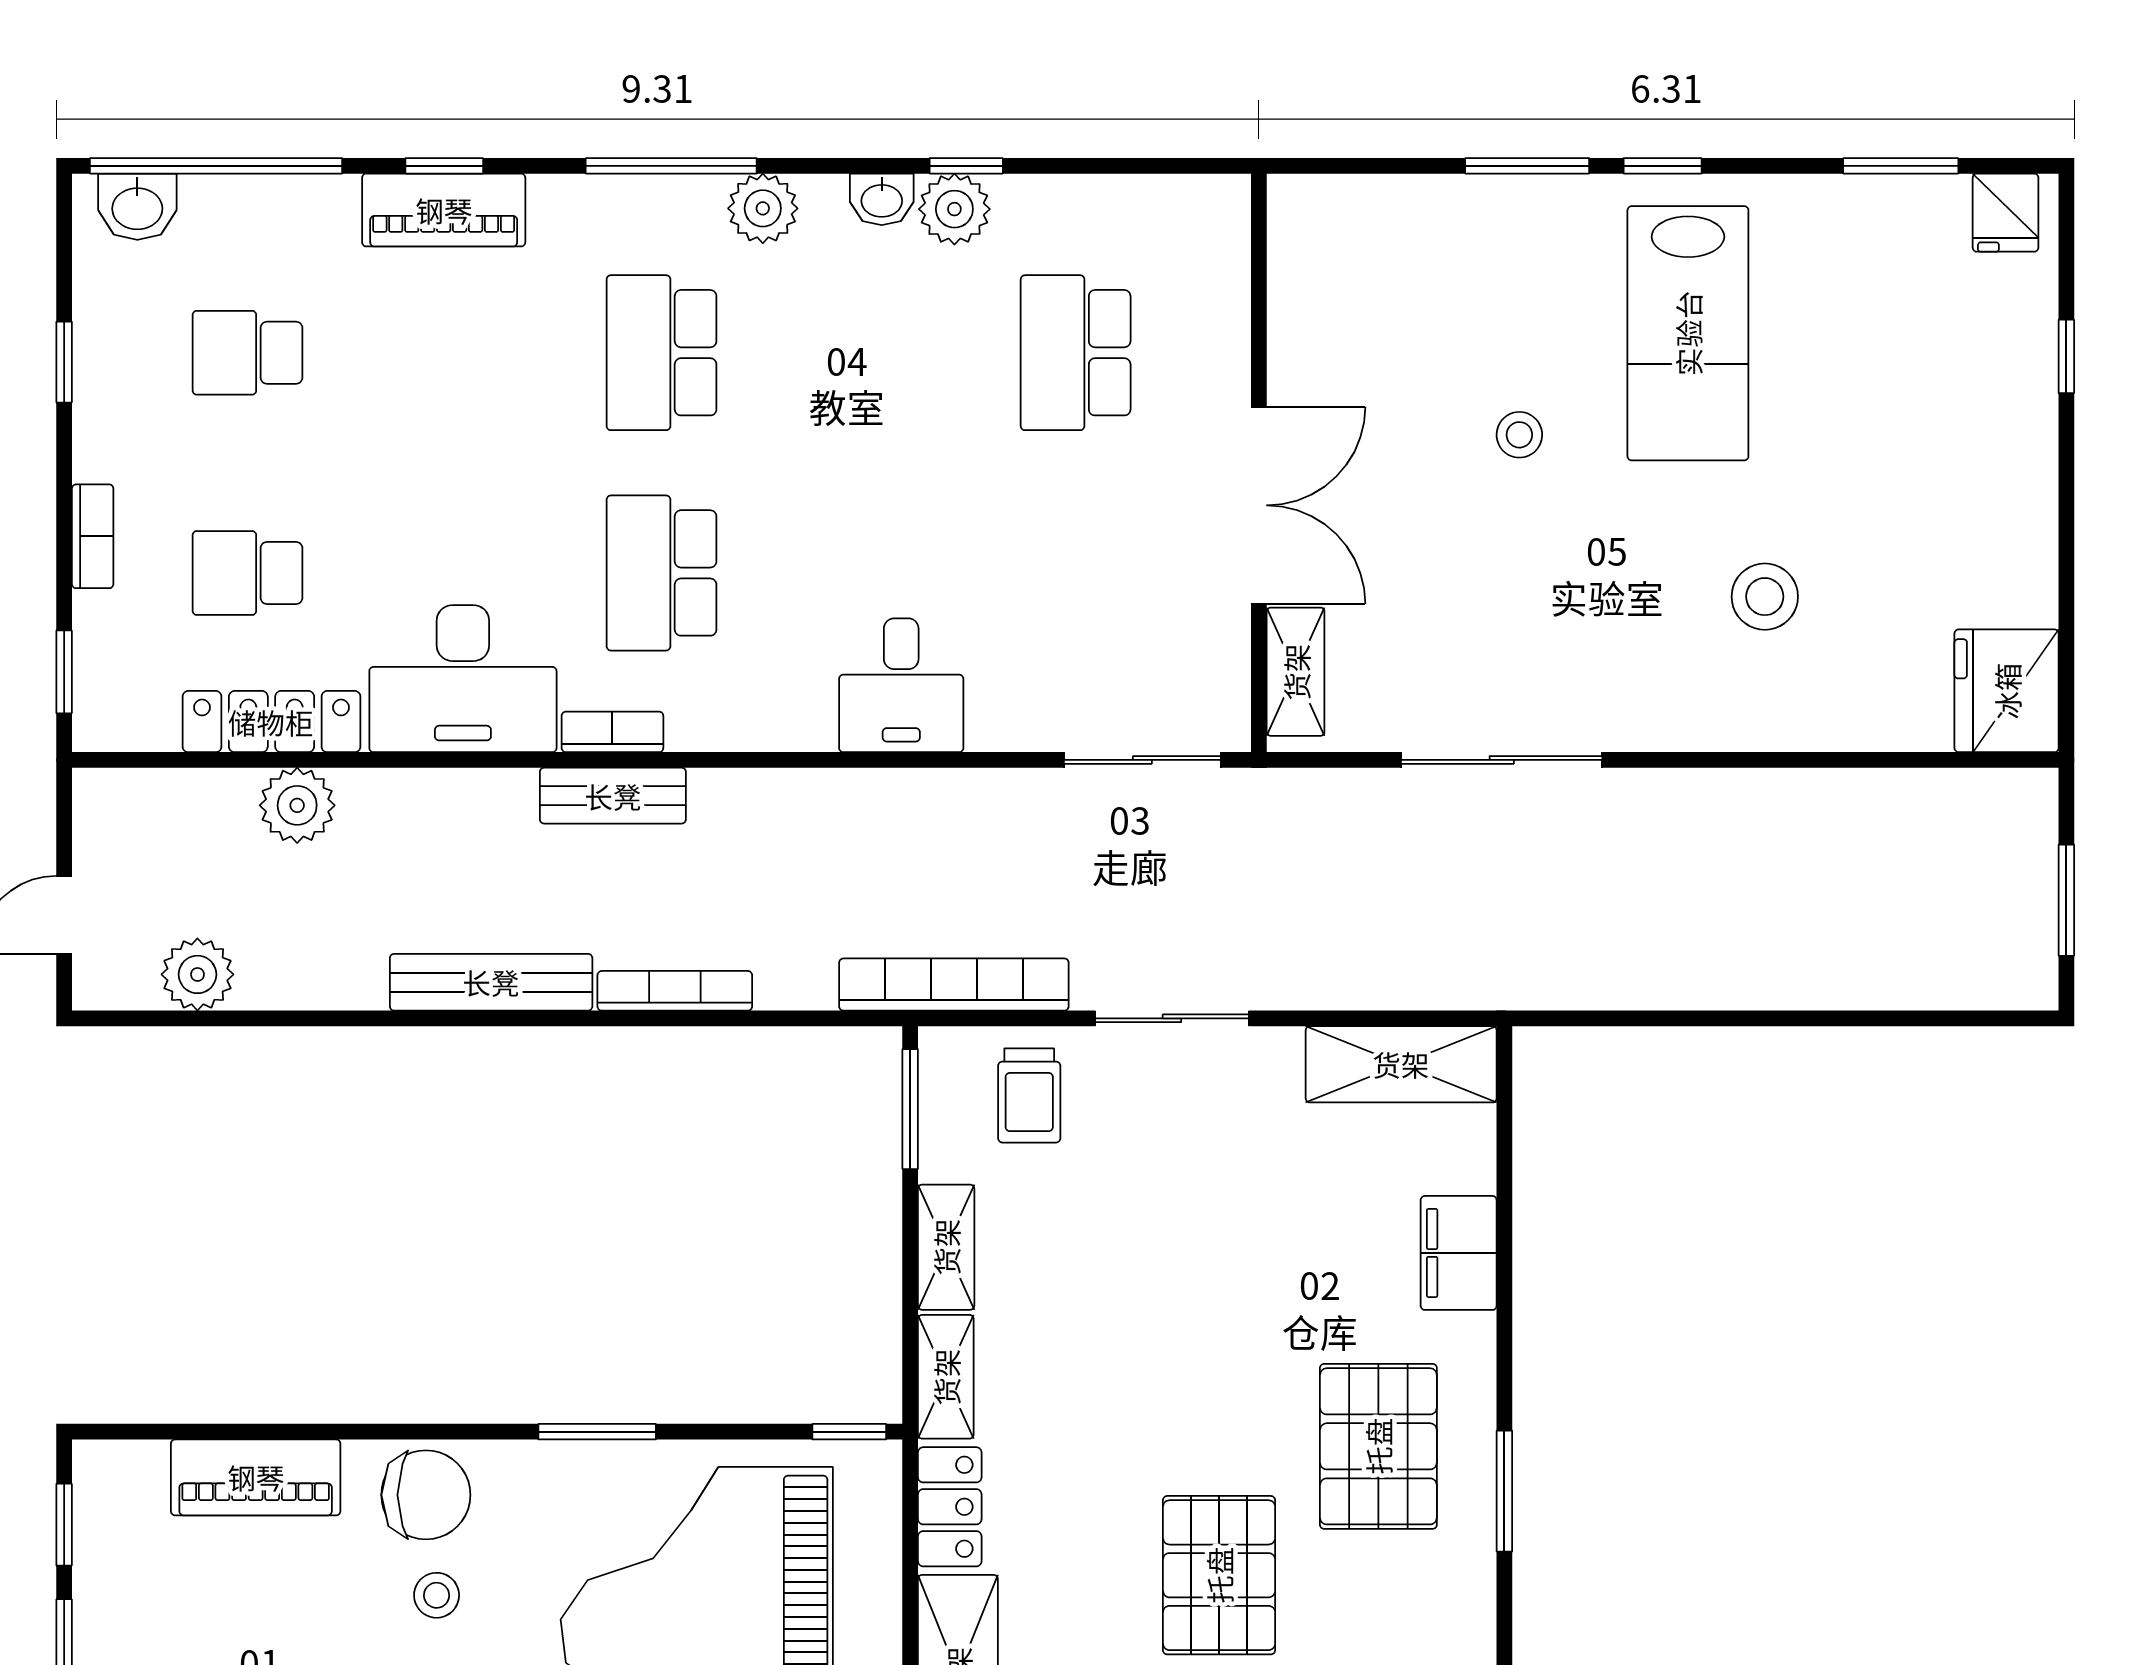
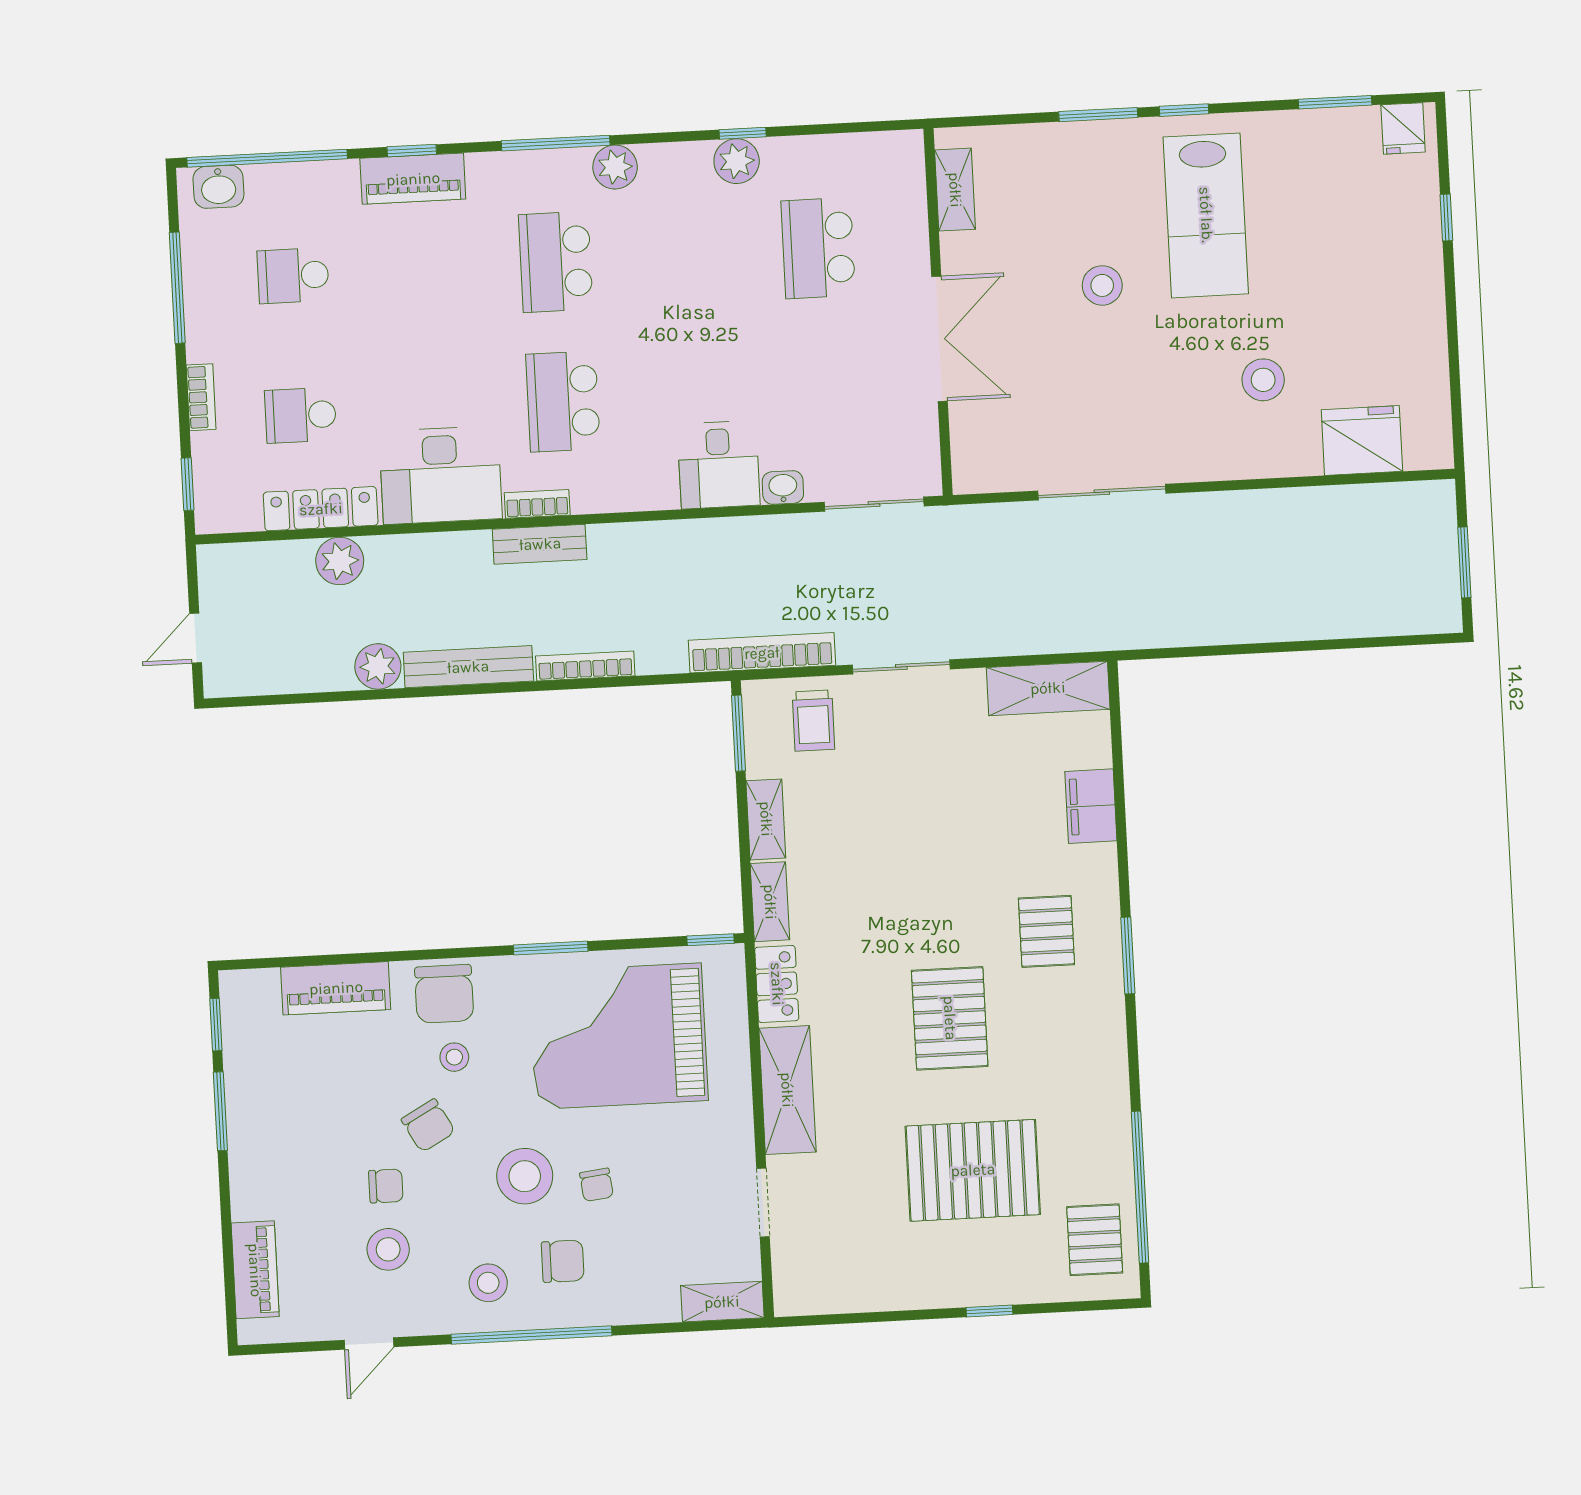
washbasin: (882, 199) -> (783, 488), moved, turned 180
window: (64, 362) -> (177, 288), width x2.17
stool: (1519, 435) -> (1102, 285), width x1.37, depth x1.37
shelving: (1296, 672) -> (955, 190), moved
fridge: (2007, 691) -> (1362, 441), moved, turned 90
plant: (197, 974) -> (378, 666), moved
pallet: (1378, 1446) -> (1046, 931), width x0.67, depth x0.71
chair: (426, 1495) -> (444, 994), turned 90

